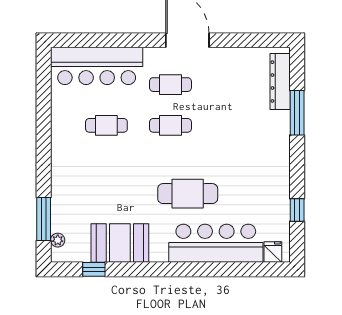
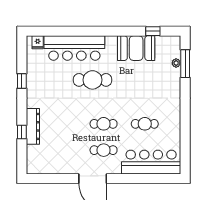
dresser: (280, 82) -> (33, 126), moved
window: (297, 113) -> (22, 132), width x0.46
window: (297, 210) -> (22, 81), moved
plant: (58, 240) -> (176, 63), moved

